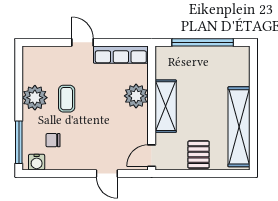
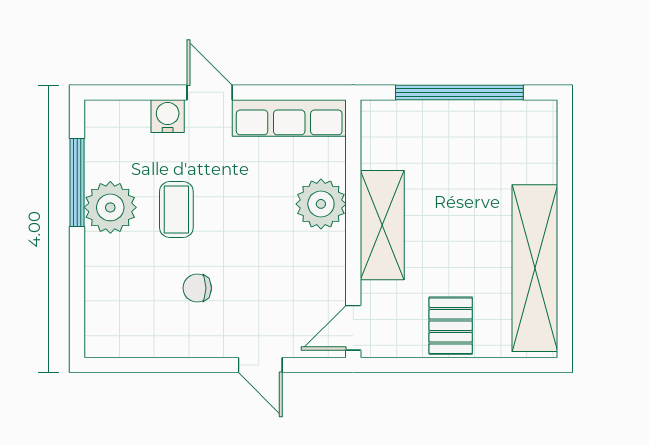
chair: (53, 140) -> (197, 288), moved
window: (19, 142) -> (77, 182), moved
water cooler: (37, 162) -> (168, 116), moved, turned 180

